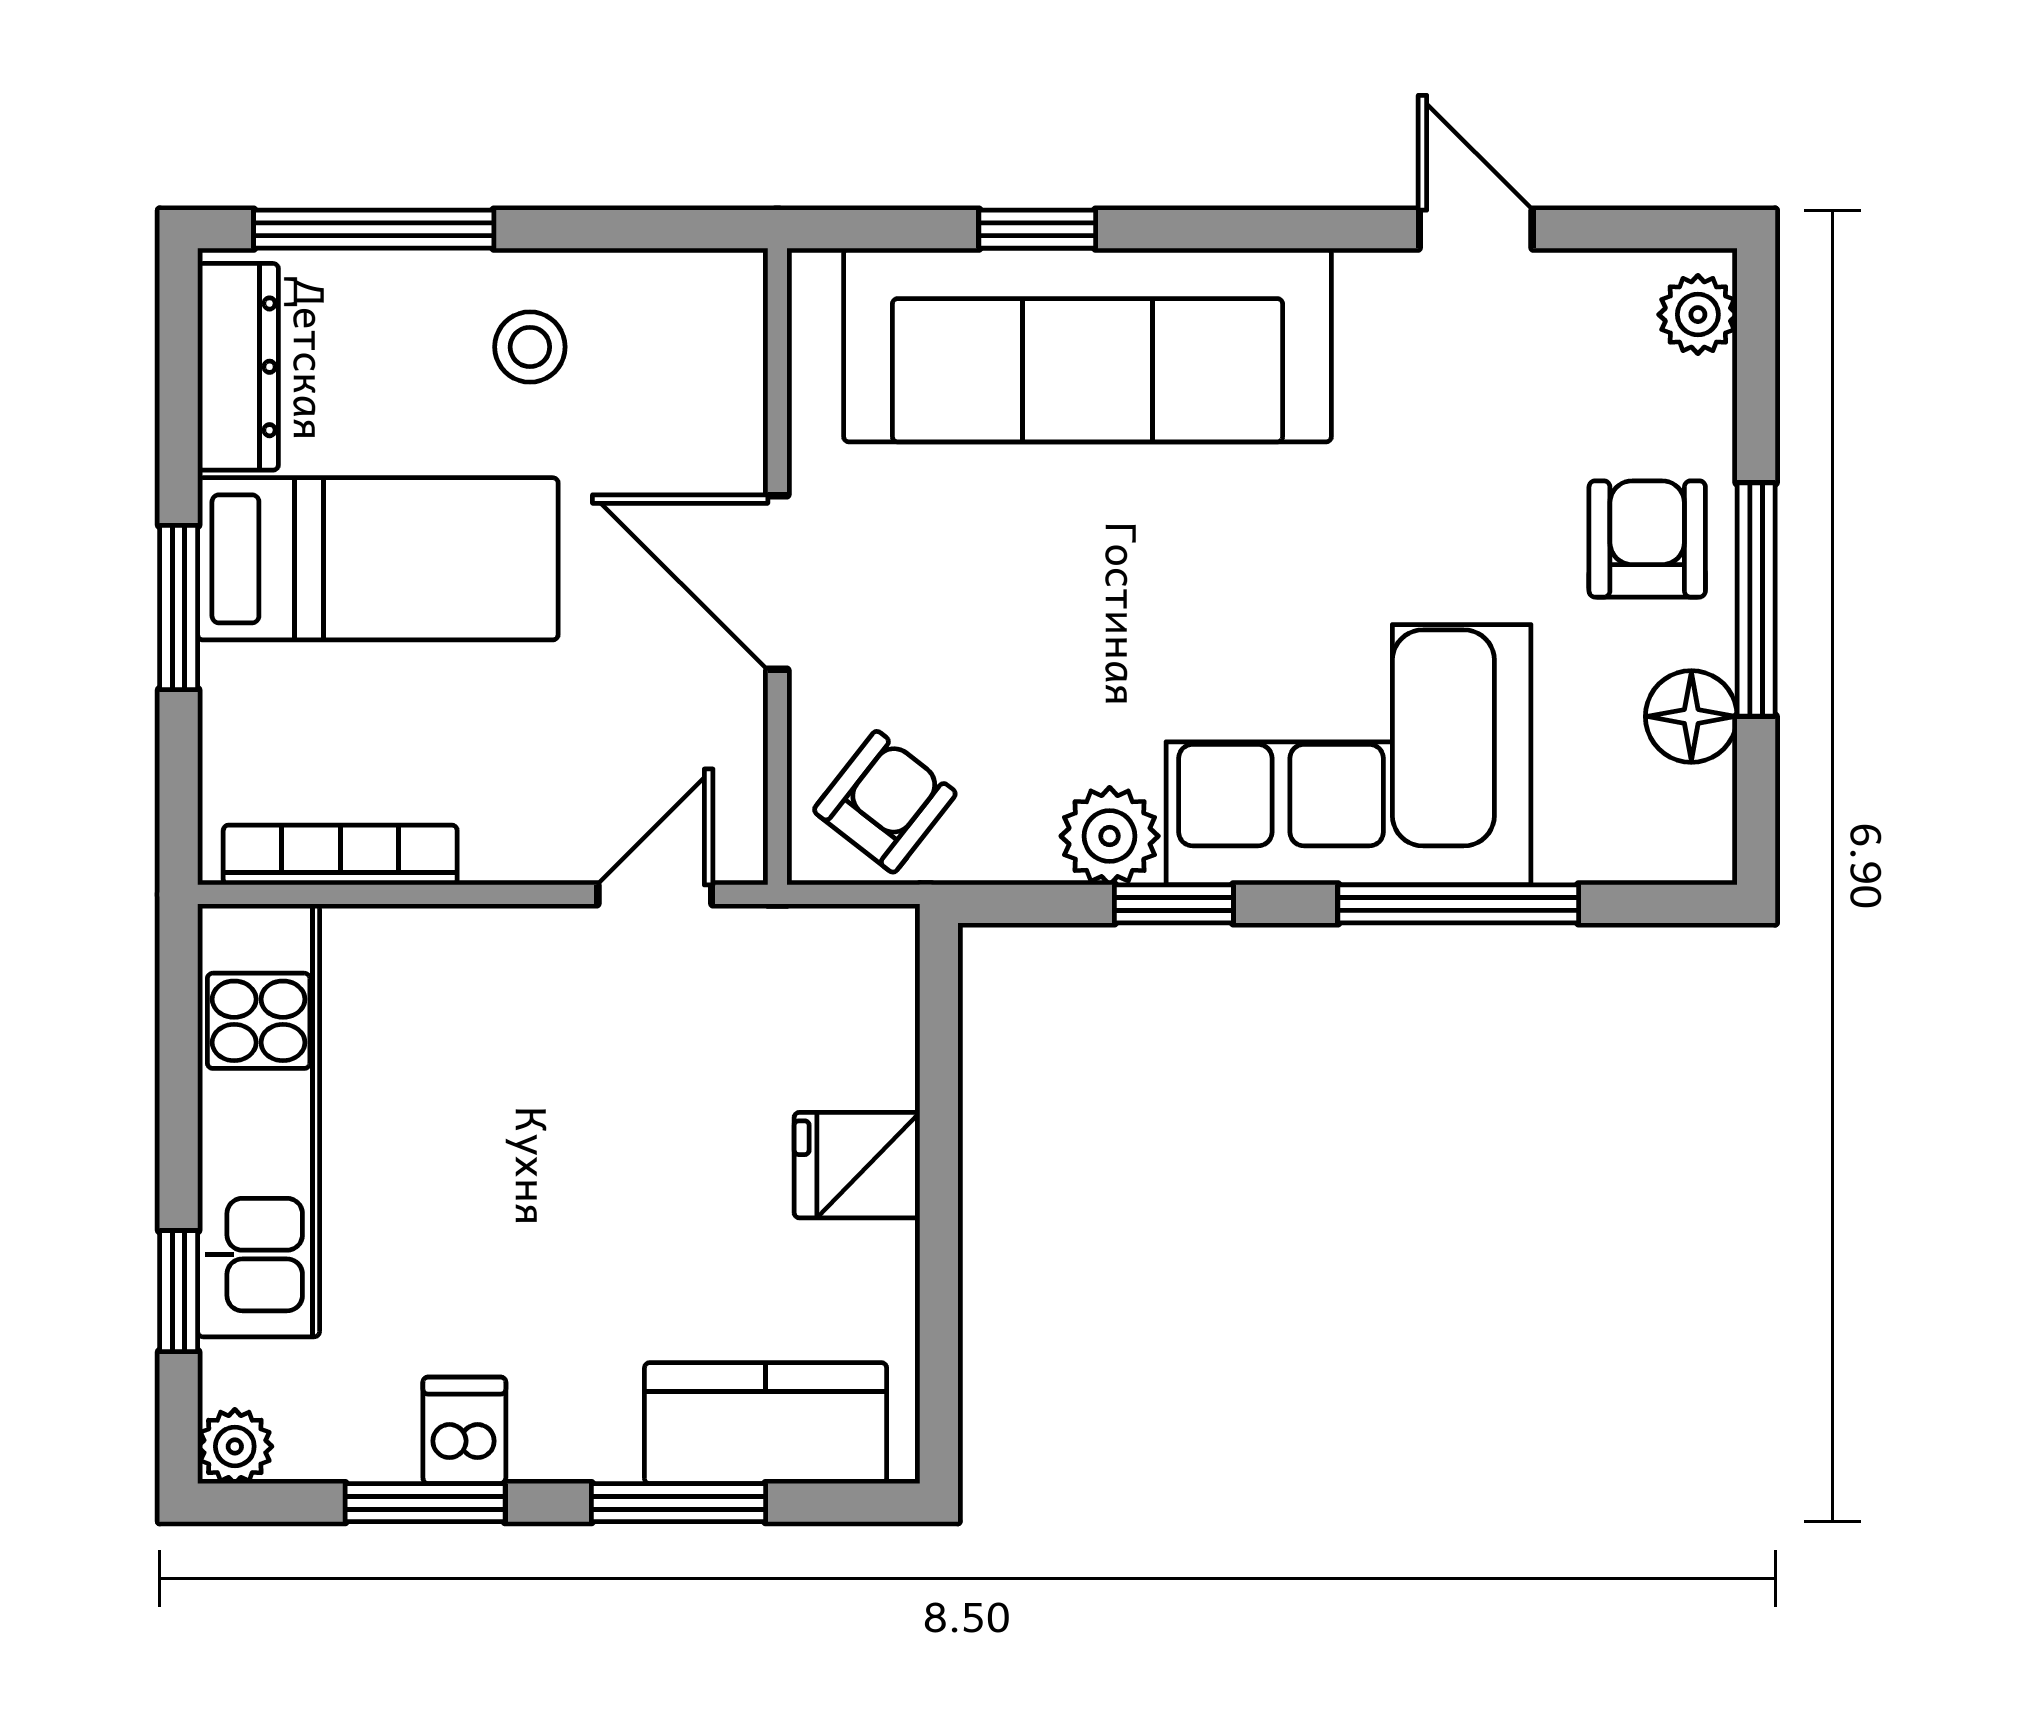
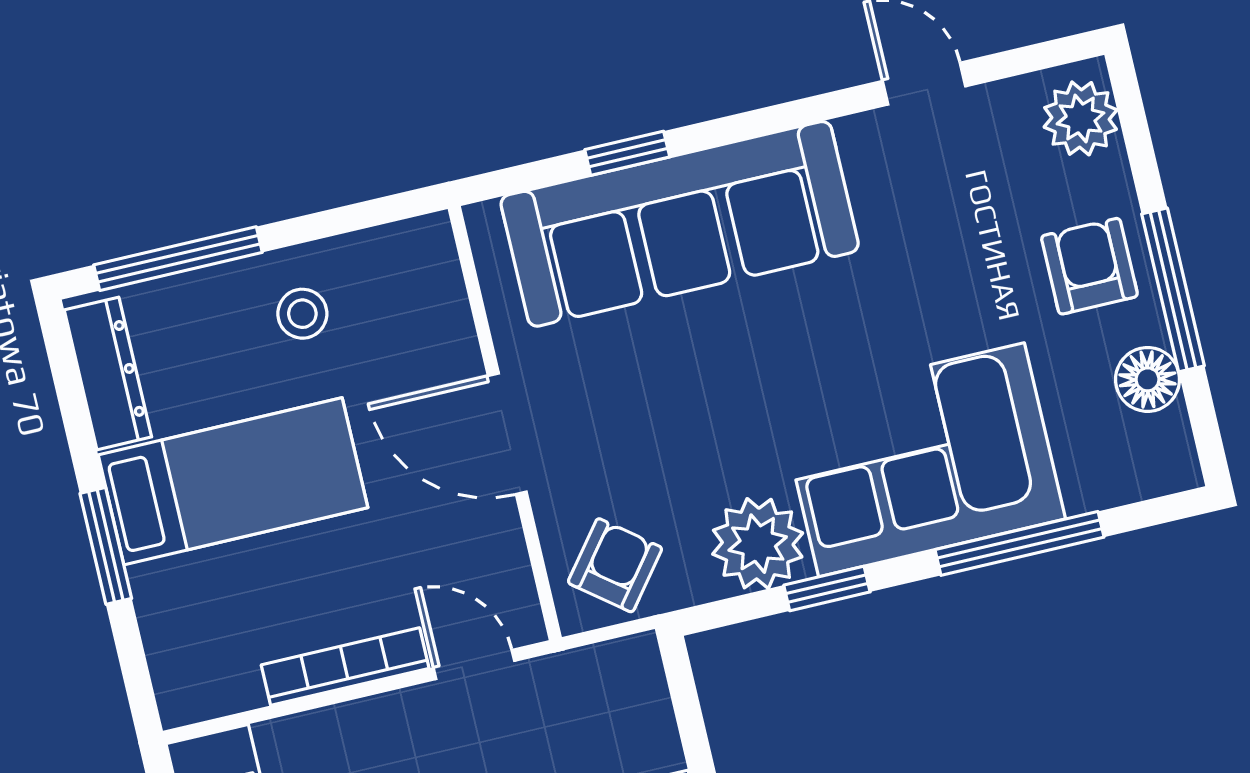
plant: (1698, 315) -> (1081, 118), width x1.38, depth x1.38
plant: (1110, 836) -> (758, 544), width x1.36, depth x1.36
bookcase: (340, 855) -> (345, 667), moved
door: (655, 894) -> (474, 665), hinge flipped

